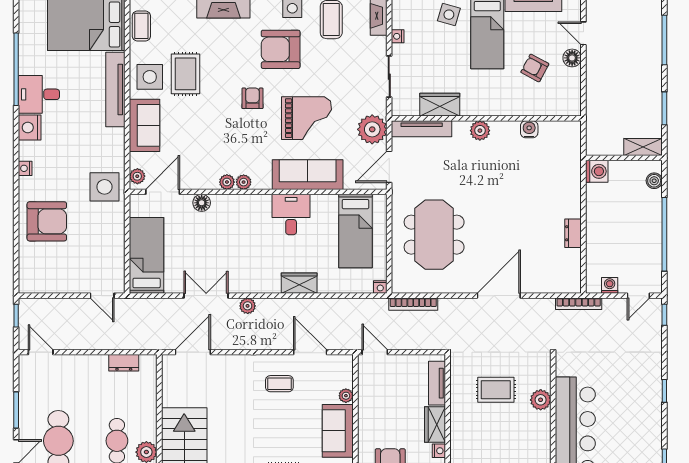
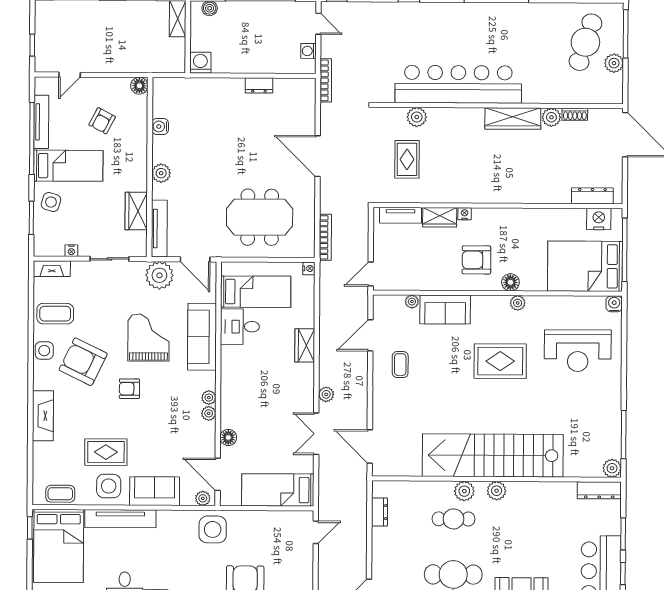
armchair: (281, 49) -> (83, 362), turned 116
floor lamp: (572, 58) -> (139, 86), moved
desk: (291, 214) -> (240, 327), moved

